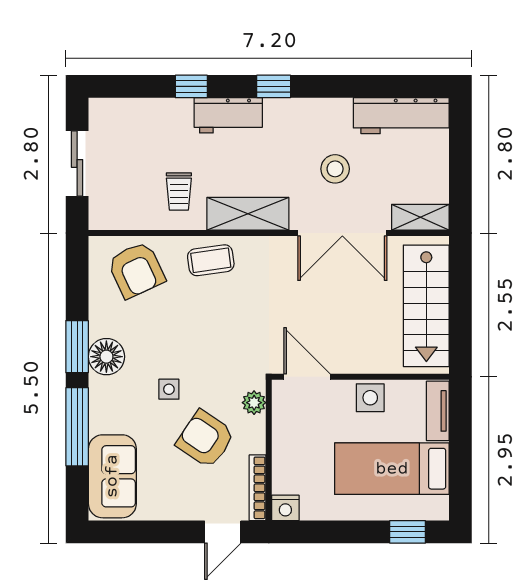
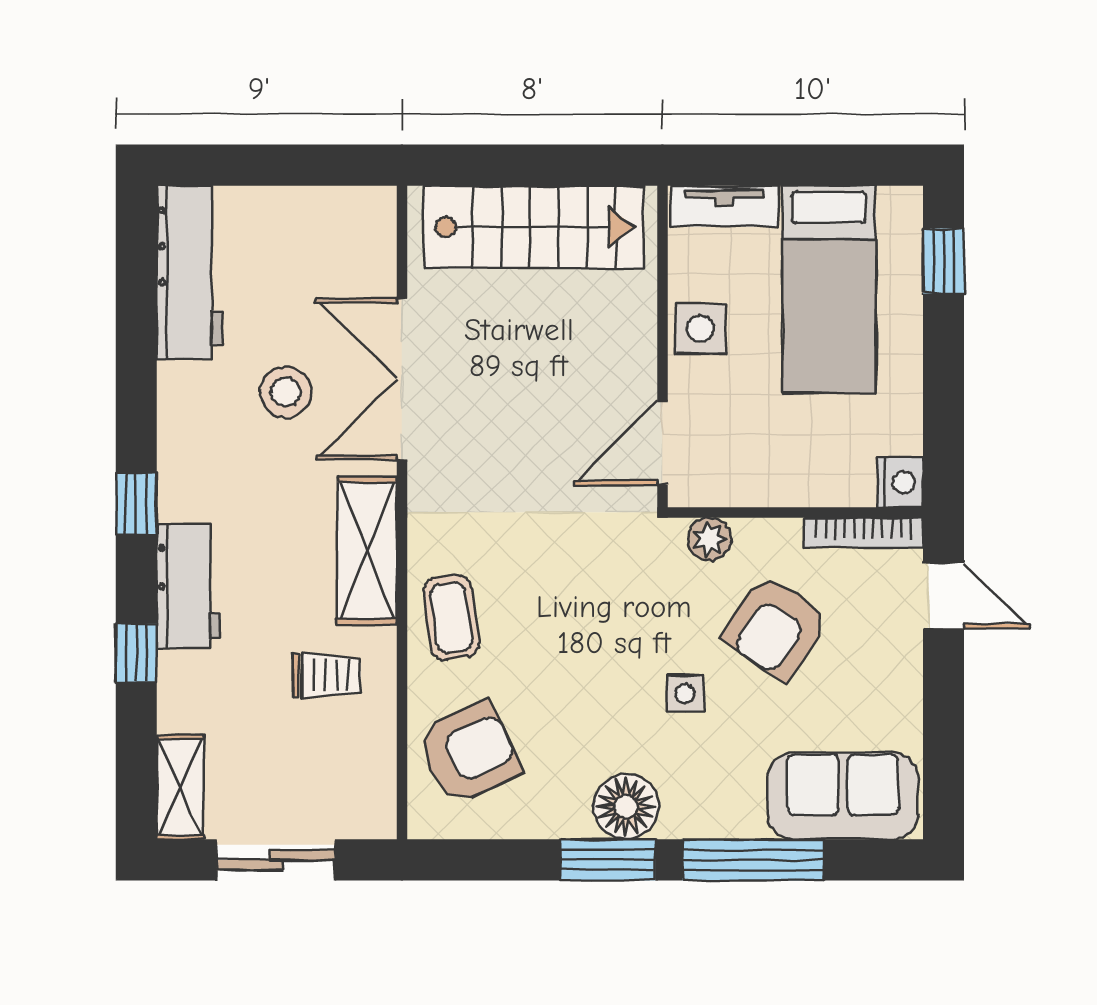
shelving: (420, 217) -> (180, 787), moved
double door: (342, 233) -> (402, 379), swing flipped

